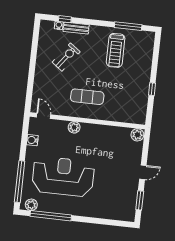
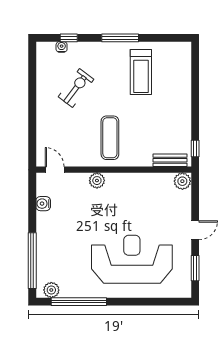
window: (128, 26) -> (120, 38), moved
bench: (76, 28) -> (170, 160), moved
window: (152, 89) -> (195, 148), moved
exercise mat: (87, 97) -> (110, 138), turned 90
reception desk: (63, 176) -> (132, 259), moved

